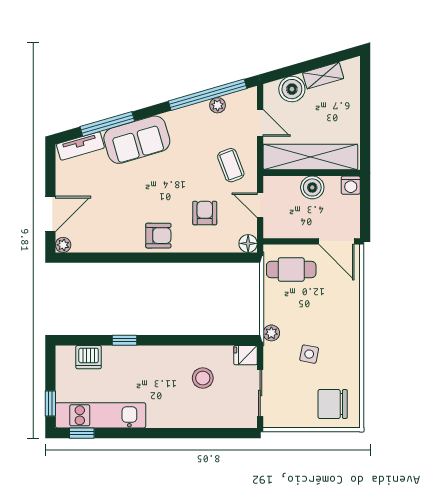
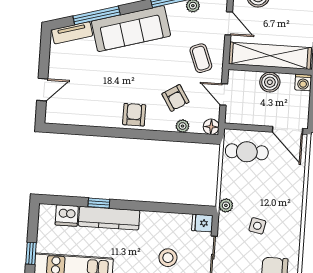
sofa: (137, 140) -> (131, 29), width x1.36
armchair: (205, 213) -> (175, 98), turned 148
door: (50, 214) -> (42, 90), width x0.73
armchair: (158, 236) -> (134, 115), turned -90
plant: (63, 245) -> (183, 126), moved
kitchen counter: (138, 357) -> (109, 218), added
stool: (203, 378) -> (168, 258), moved

